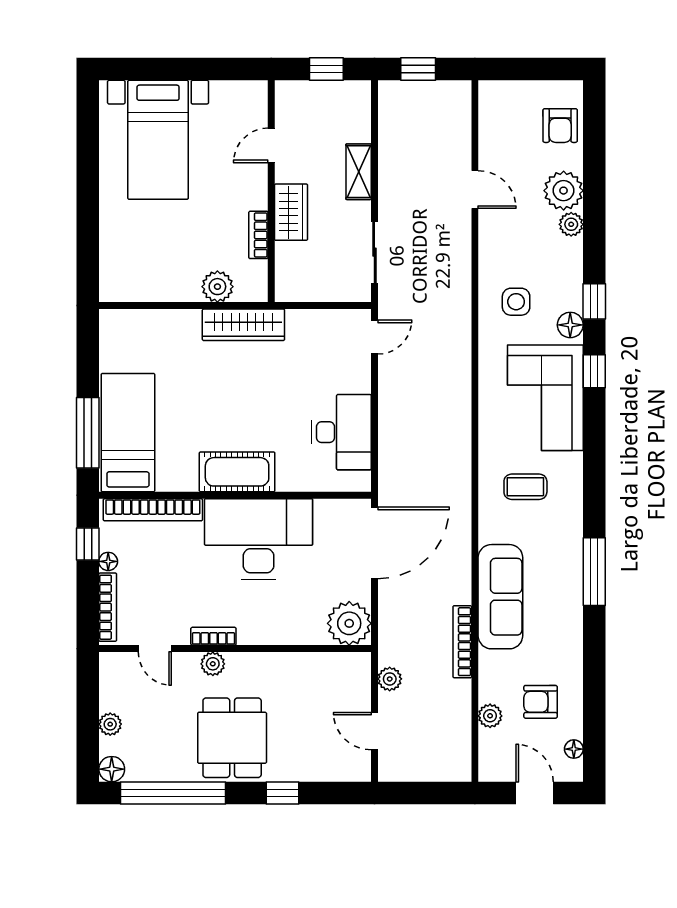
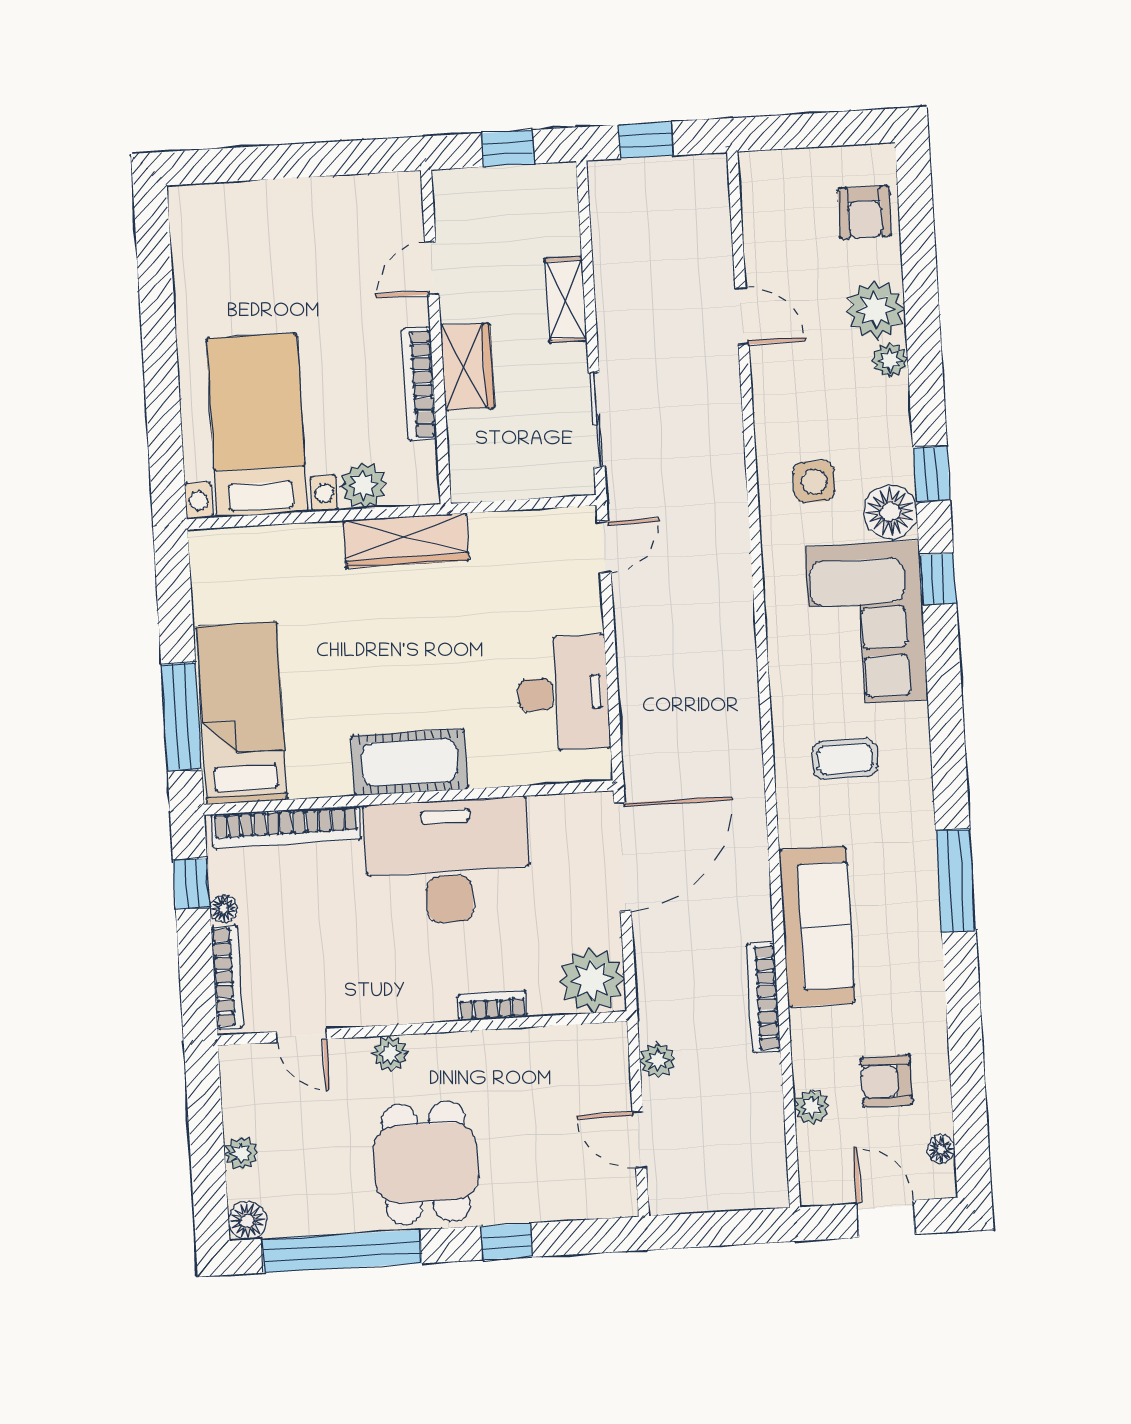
bed with nightstands: (158, 140) -> (257, 425), moved, turned 180
bookcase: (258, 235) -> (419, 384), width x1.56
floor lamp: (570, 325) -> (890, 512), width x1.38, depth x1.38
bookcase: (213, 636) -> (492, 1006), moved

